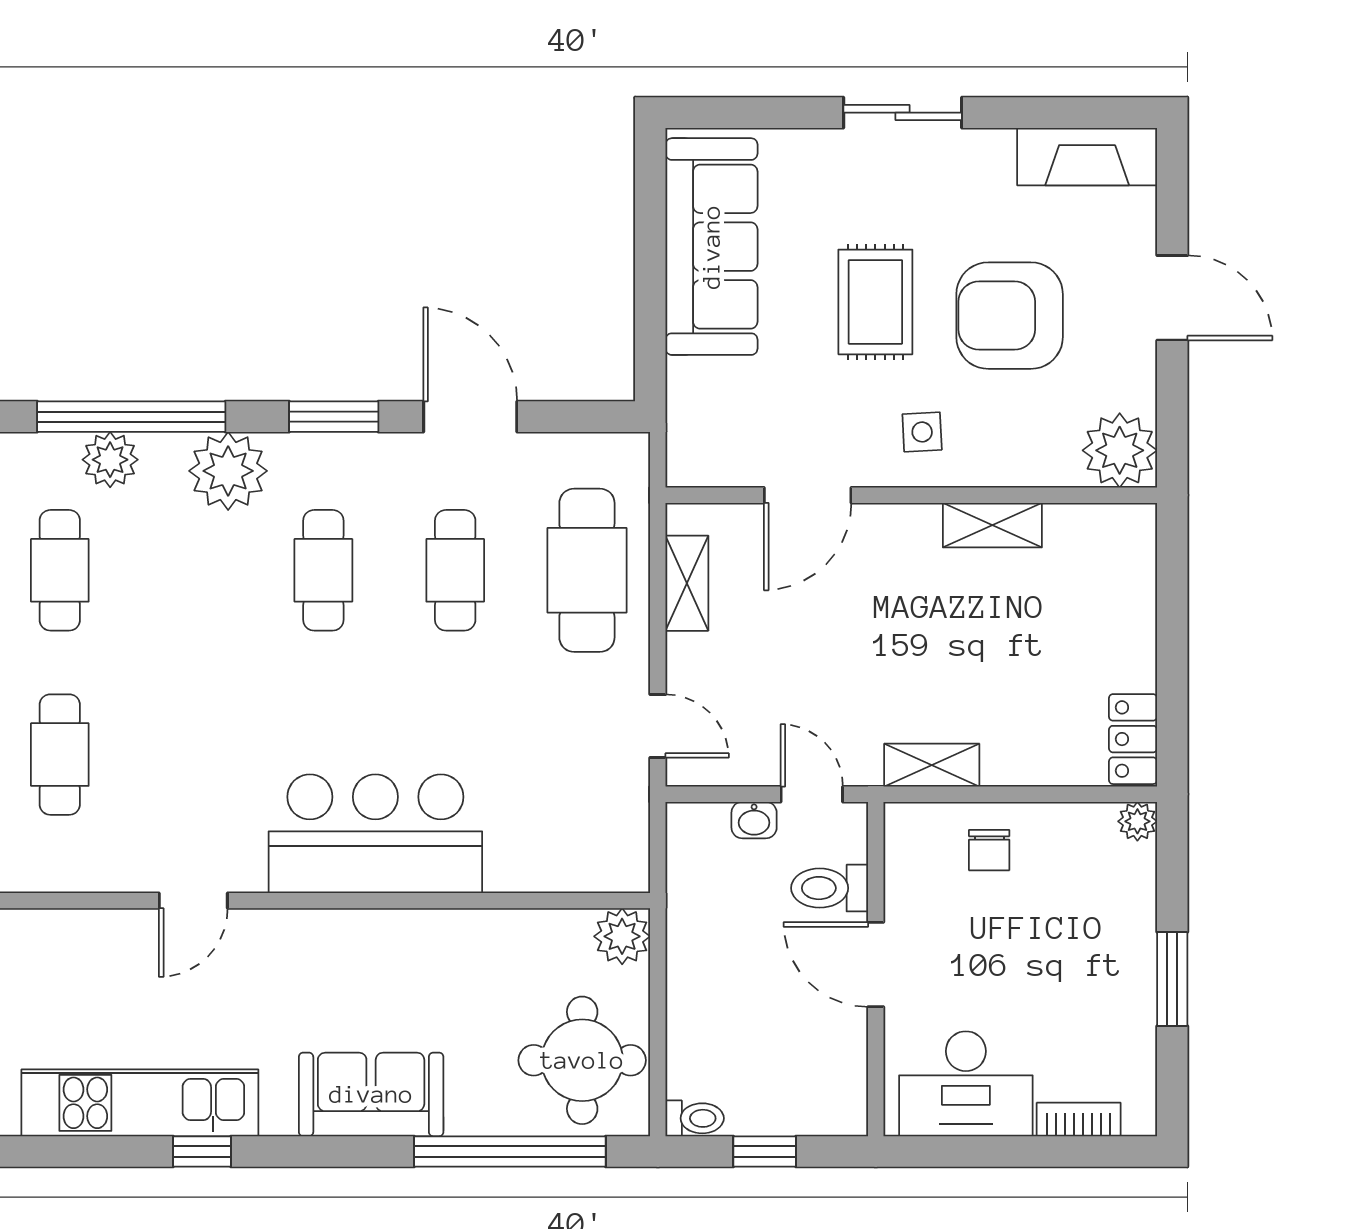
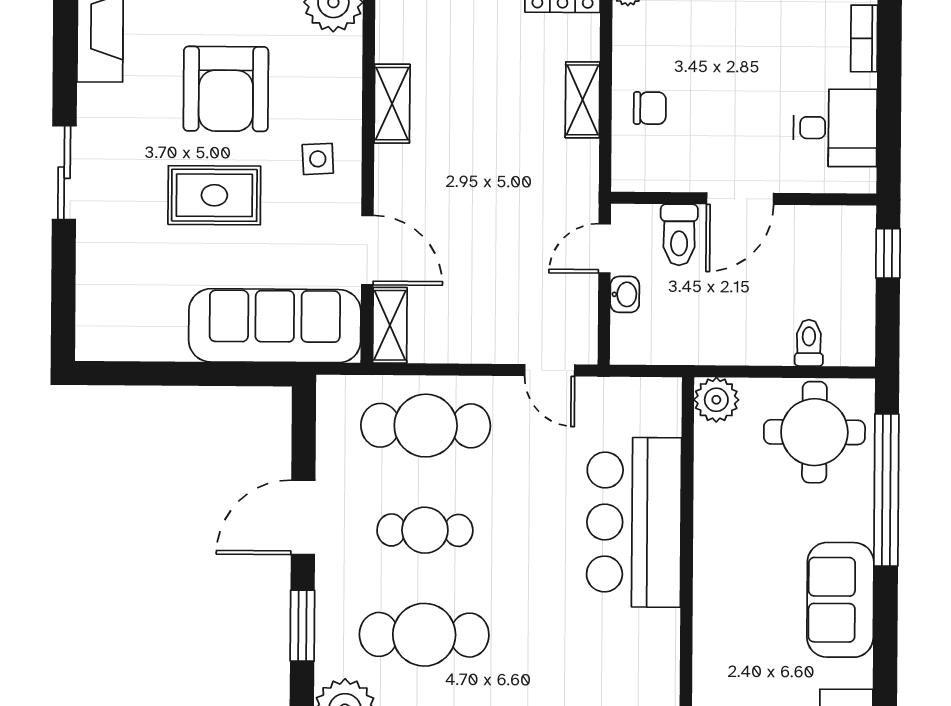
sofa: (711, 247) -> (275, 326), moved
cafe table: (323, 570) -> (424, 635), width x1.37, depth x1.35
shelving: (687, 583) -> (390, 325), moved, turned 90
door: (658, 726) -> (550, 370), swing flipped
shelving: (932, 765) -> (583, 100), moved
bar counter: (375, 834) -> (634, 522), moved
desk: (966, 1084) -> (835, 128), width x0.73
toilet: (695, 1118) -> (809, 343), moved
window: (765, 1151) -> (888, 253), moved

